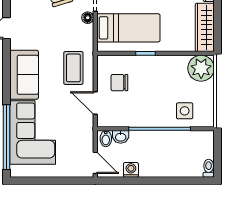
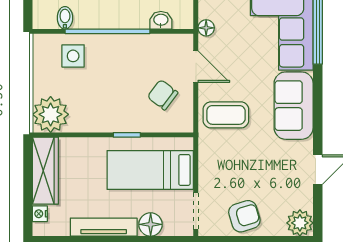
floor lamp: (88, 18) -> (206, 28), moved
coffee table: (73, 68) -> (226, 115), turned 90
chair: (119, 83) -> (163, 95), turned -143
bidet: (106, 139) -> (65, 18), moved

